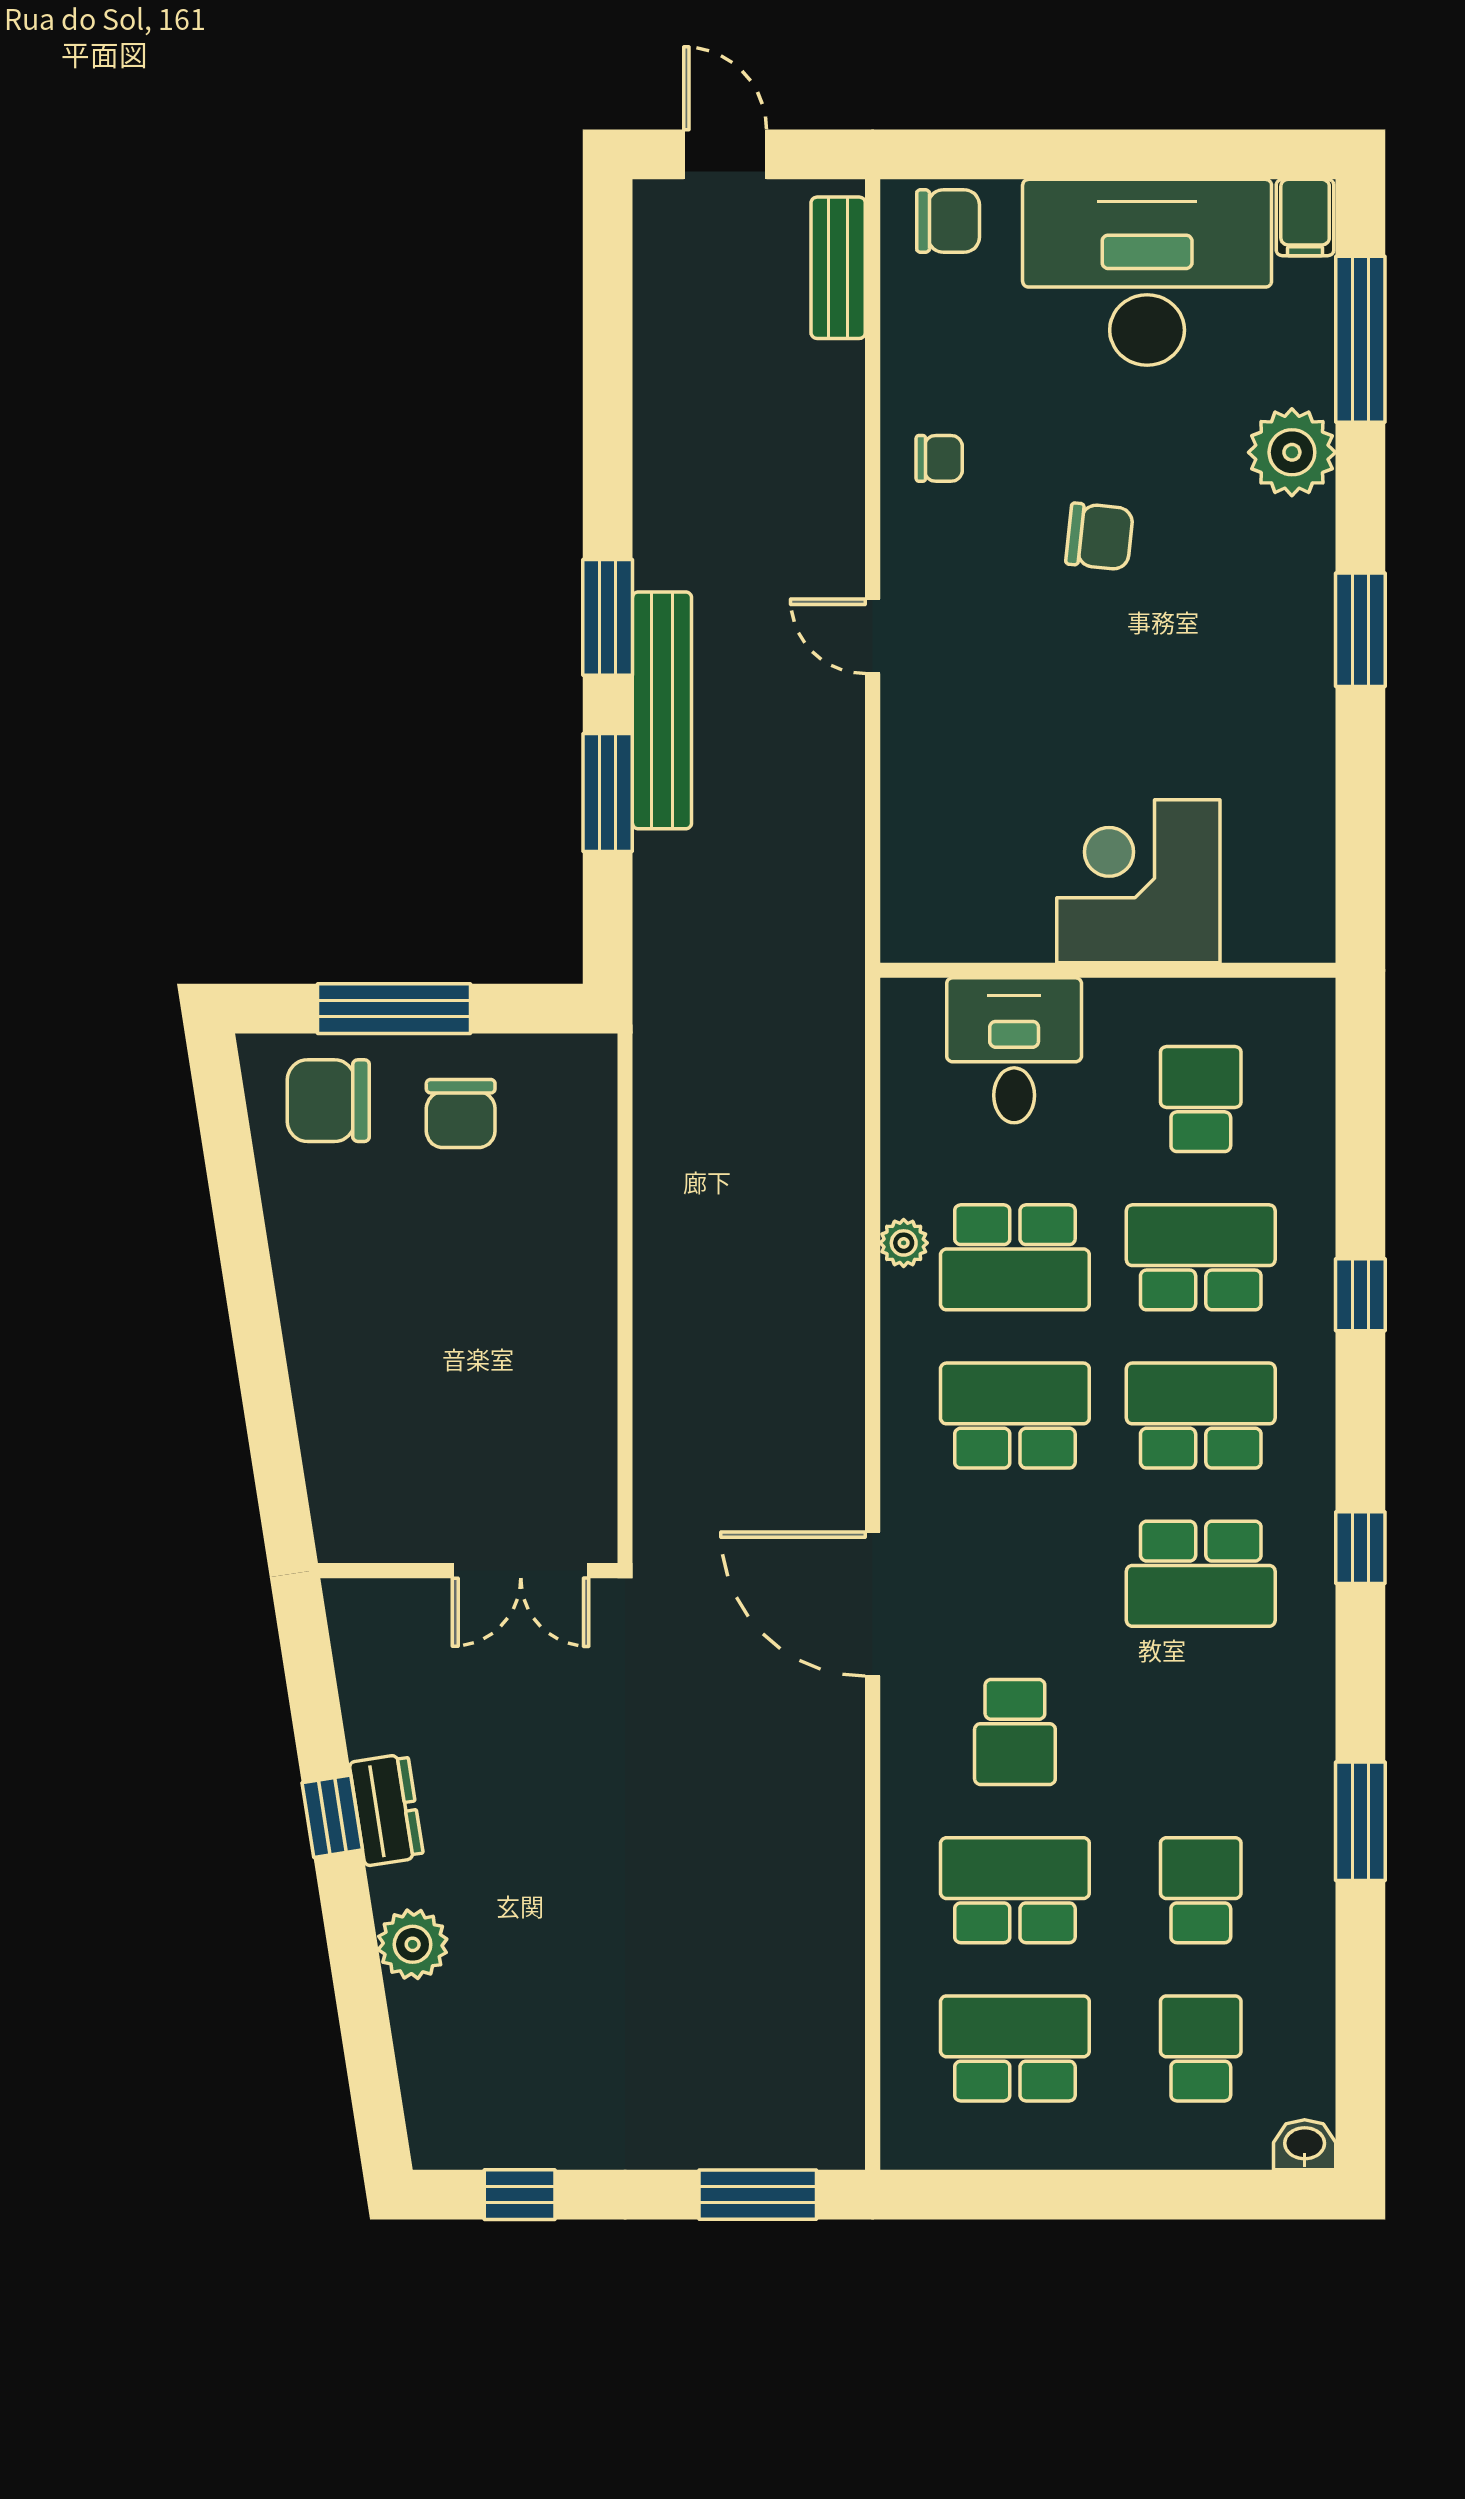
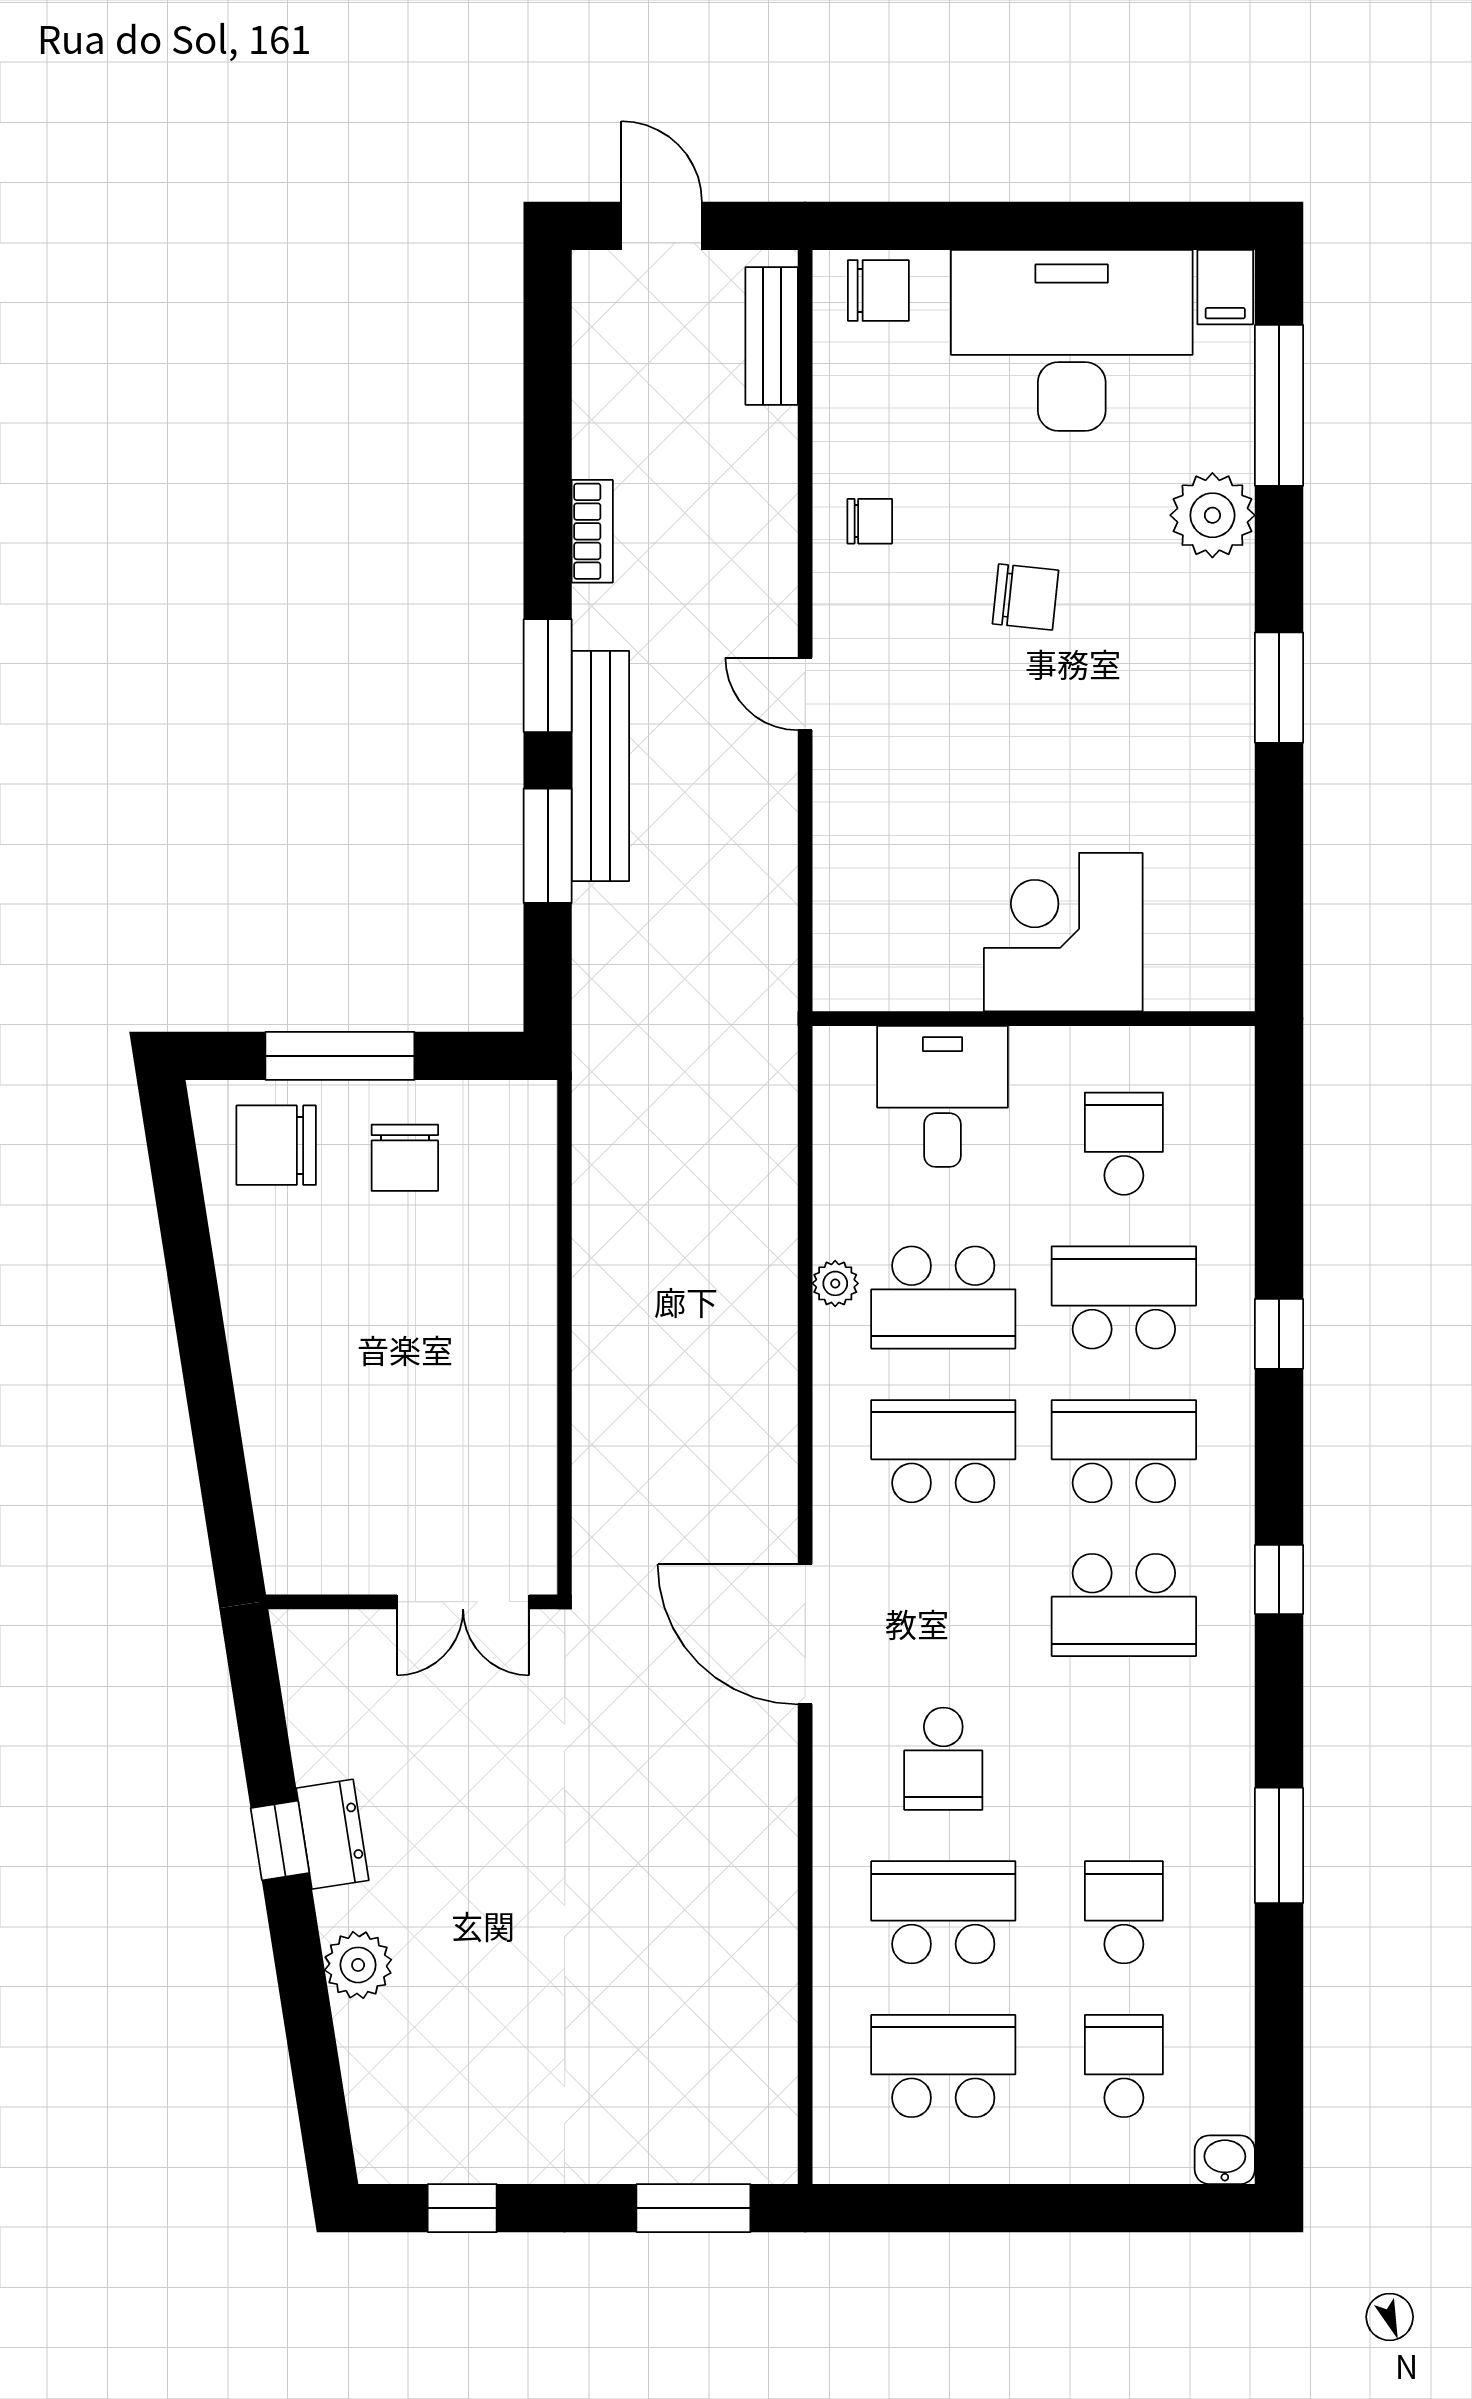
bookcase: (654, 469) -> (592, 531), added

